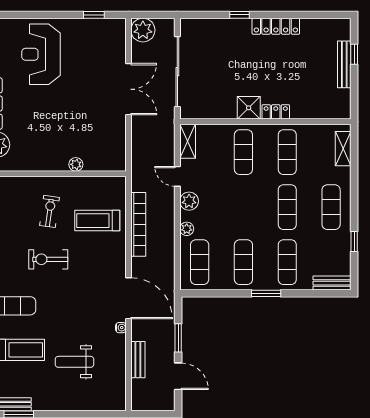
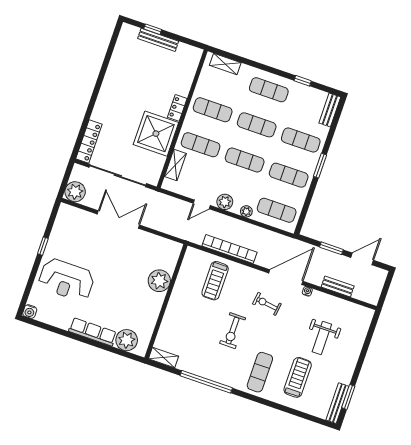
window: (94, 15) -> (43, 246), moved
window: (240, 15) -> (90, 110), removed
locker: (276, 26) -> (89, 142), moved
shower: (249, 108) -> (156, 134), width x1.86, depth x1.86
shelving: (188, 141) -> (175, 165), moved, turned 90
plant: (76, 164) -> (159, 281), width x1.87, depth x1.87
exercise mat: (243, 207) -> (245, 160), added
exercise bike: (50, 211) -> (267, 304), moved

